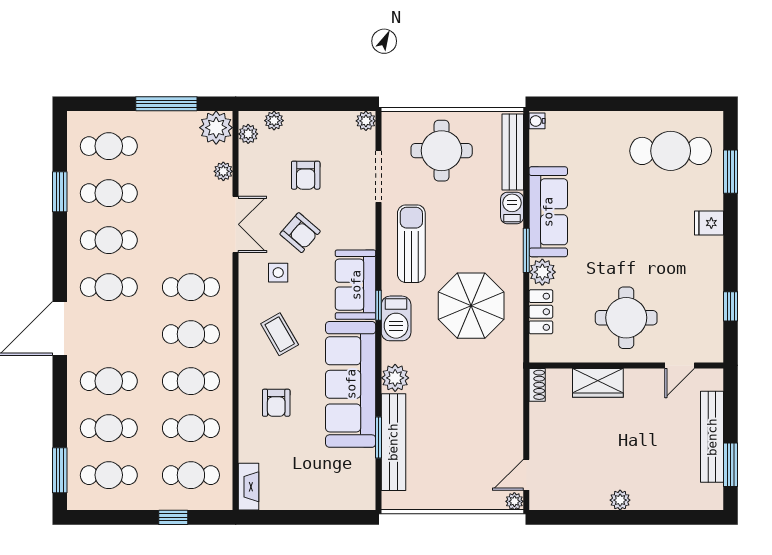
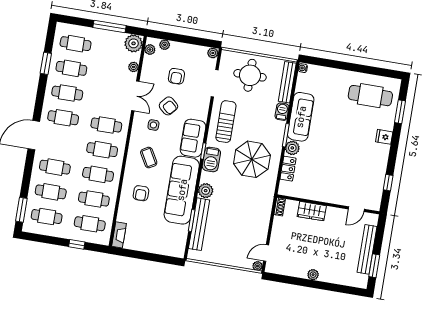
round table: (626, 318) -> (332, 179), removed

